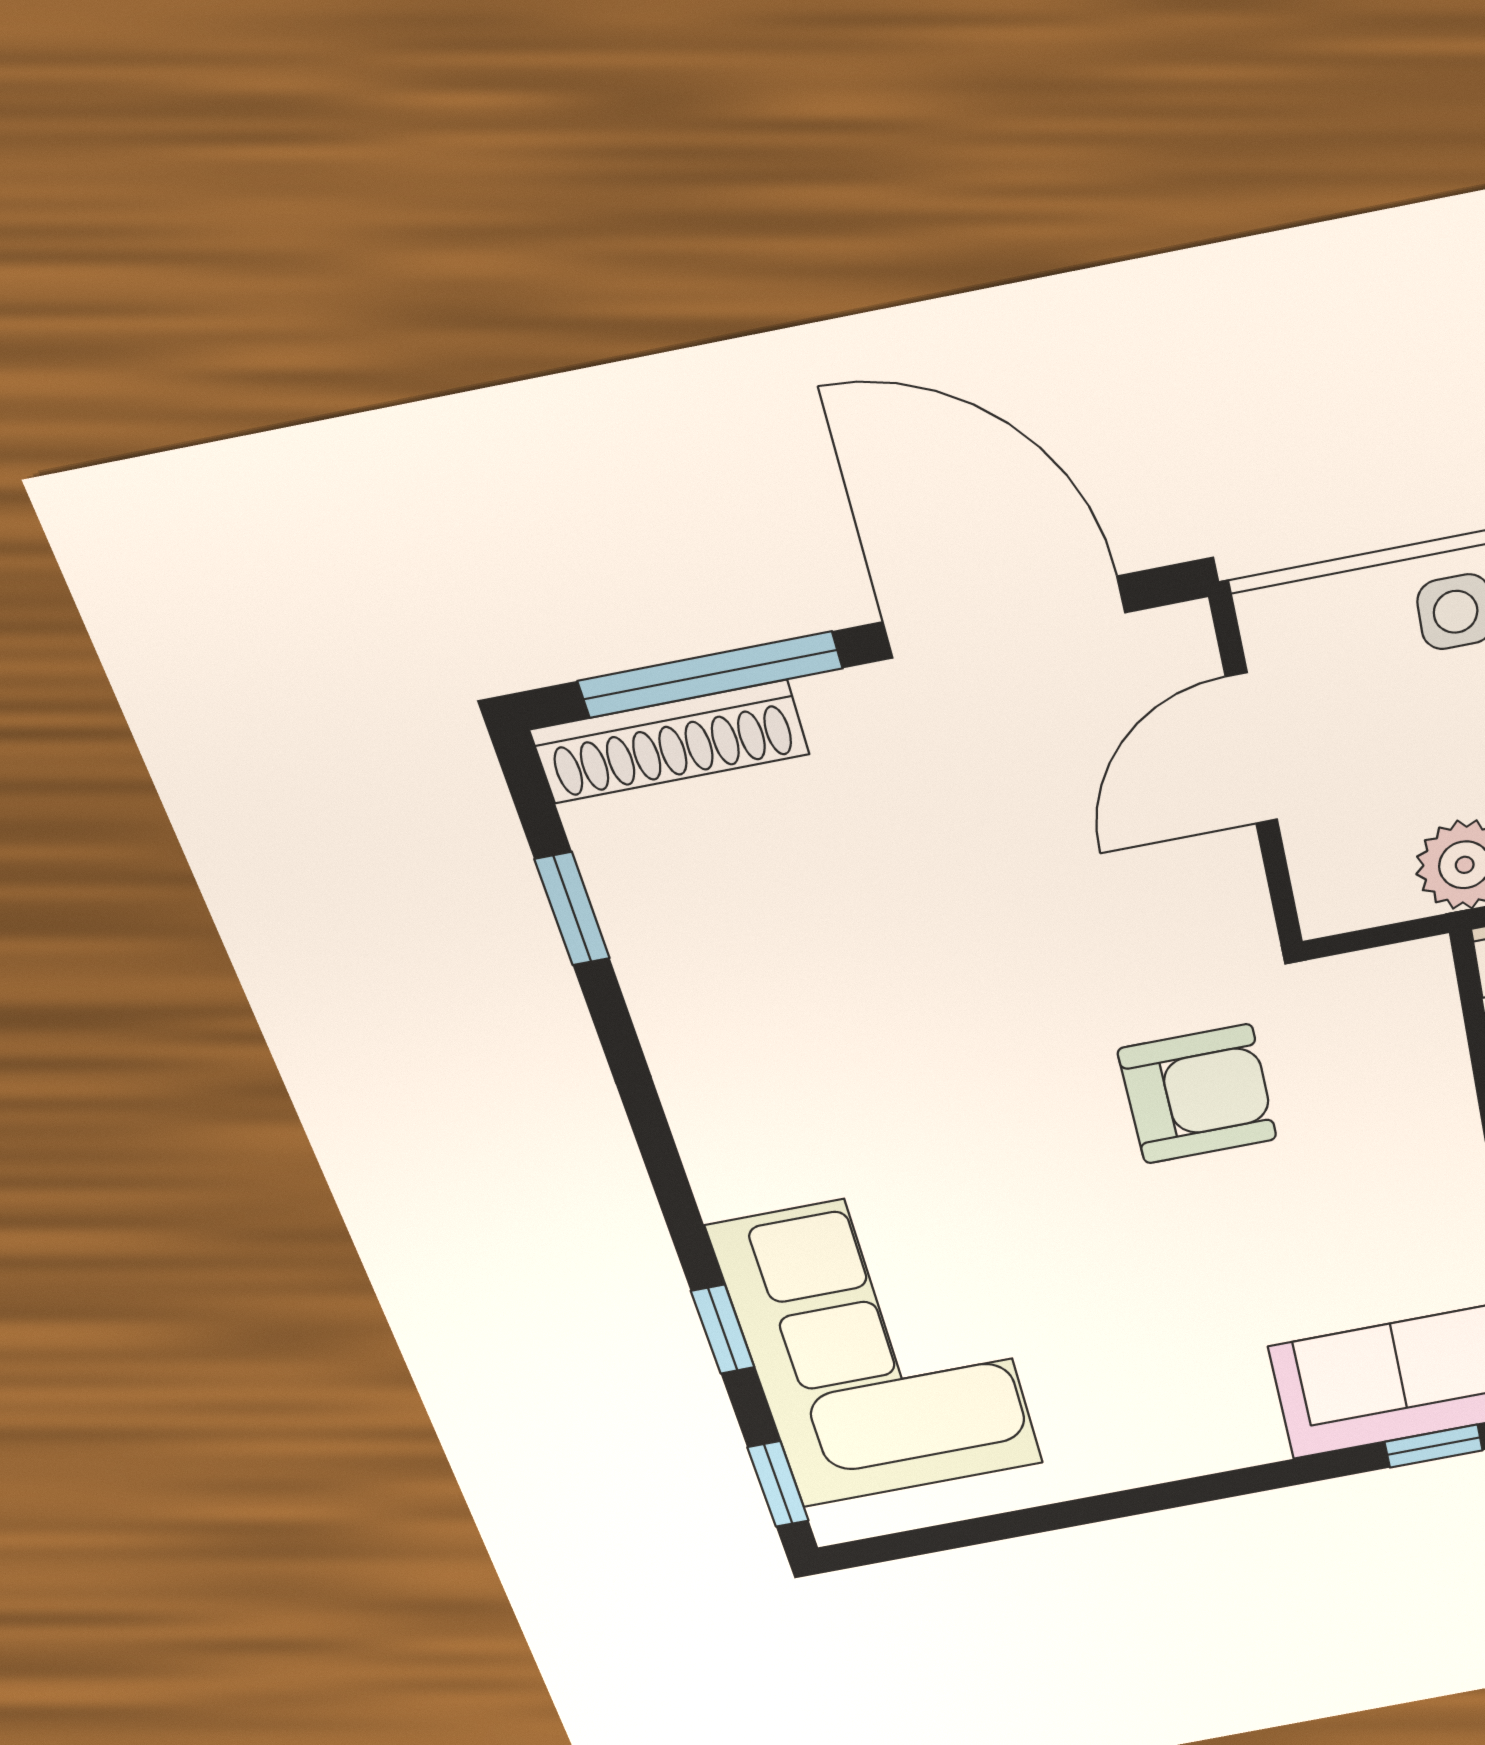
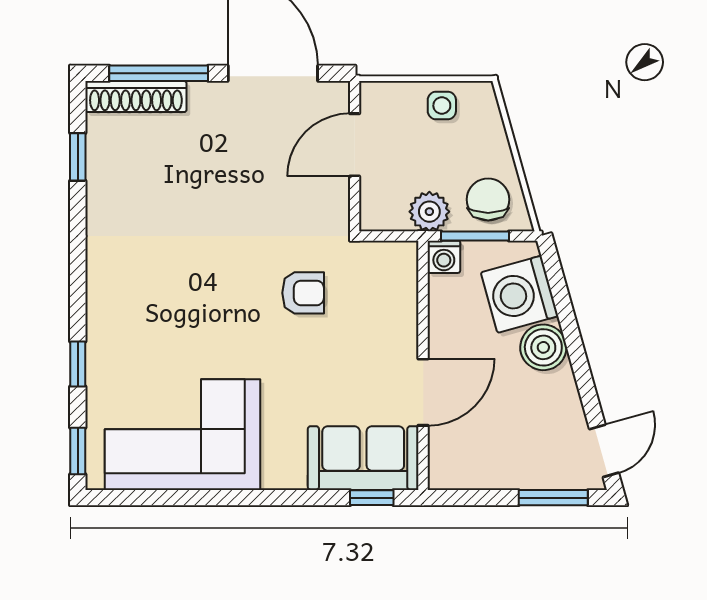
armchair: (1198, 1094) -> (303, 293), width x0.72, depth x0.72
corner sofa: (879, 1348) -> (183, 435), moved, turned -90

